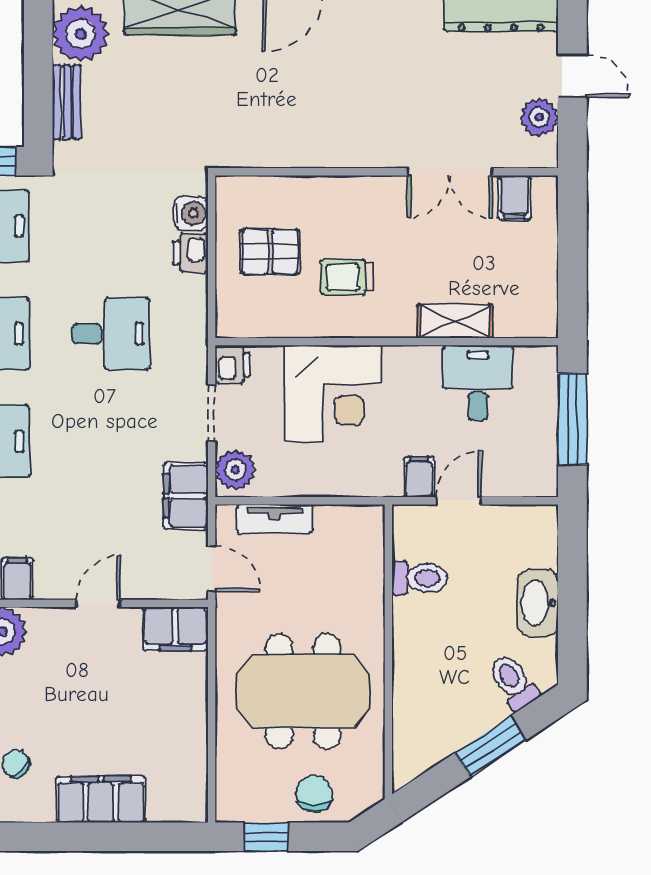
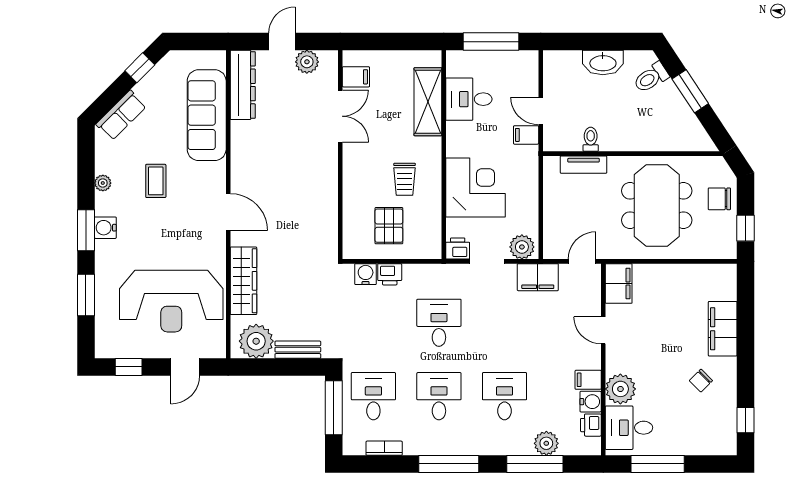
shelving: (455, 321) -> (428, 102), width x1.50, depth x1.33
tv unit: (275, 519) -> (584, 165), moved, turned 90
toilet: (420, 578) -> (591, 139), width x0.73, depth x0.72

